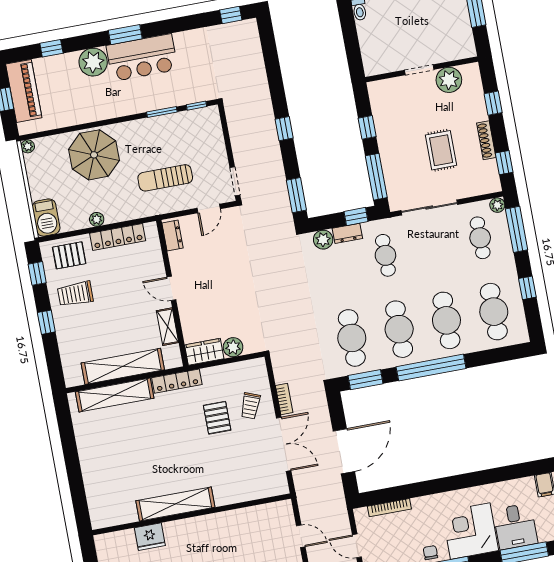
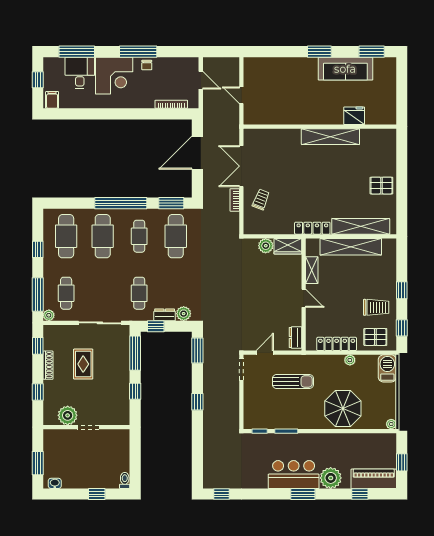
piano: (24, 91) -> (374, 479), moved, turned 90
cafe table: (399, 329) -> (139, 236), width x0.73, depth x0.74
pallet: (217, 418) -> (381, 186), moved, turned 90

